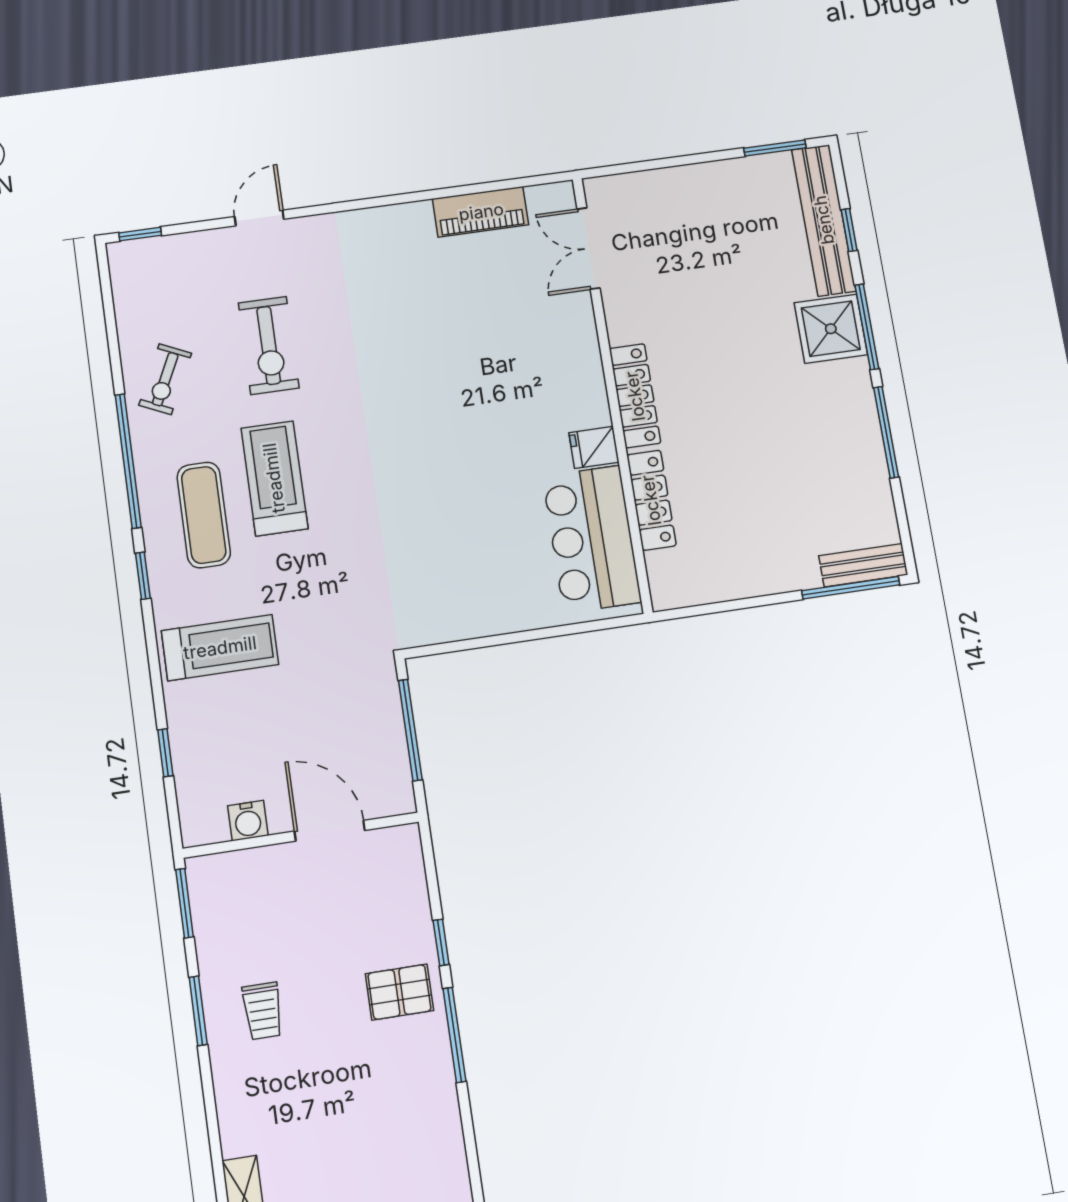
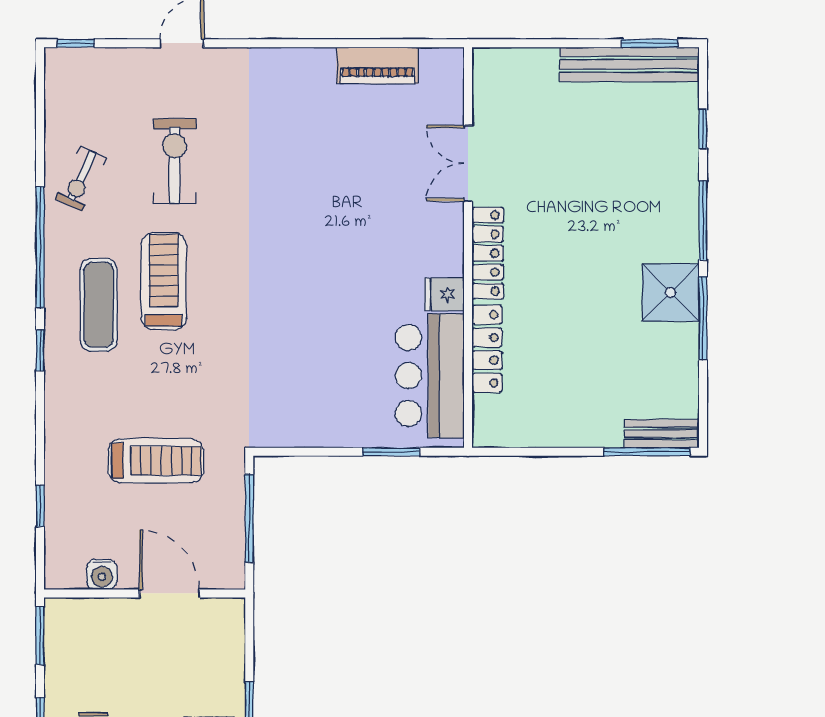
bench: (824, 220) -> (629, 64), moved, turned 90
double door: (589, 248) -> (468, 163), moved
shower: (831, 329) -> (671, 293), moved
exercise bike: (269, 345) -> (175, 161), turned 180
window: (562, 631) -> (391, 452), added
treadmill: (220, 648) -> (156, 461), moved

